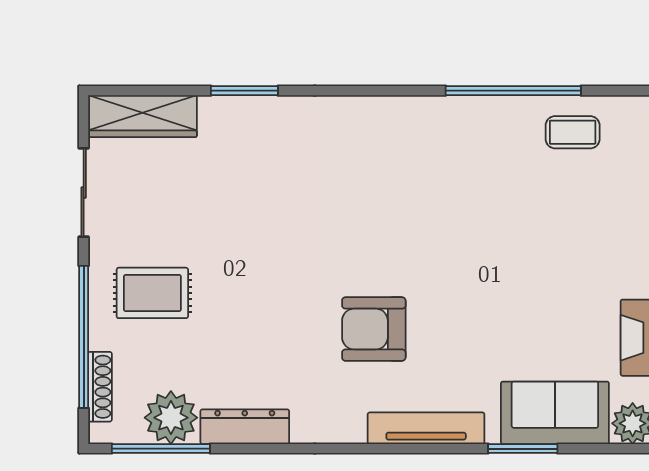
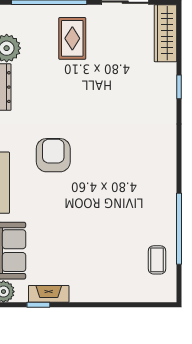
window: (244, 91) -> (179, 87), width x0.67
shoe rack: (100, 387) -> (23, 11), removed

